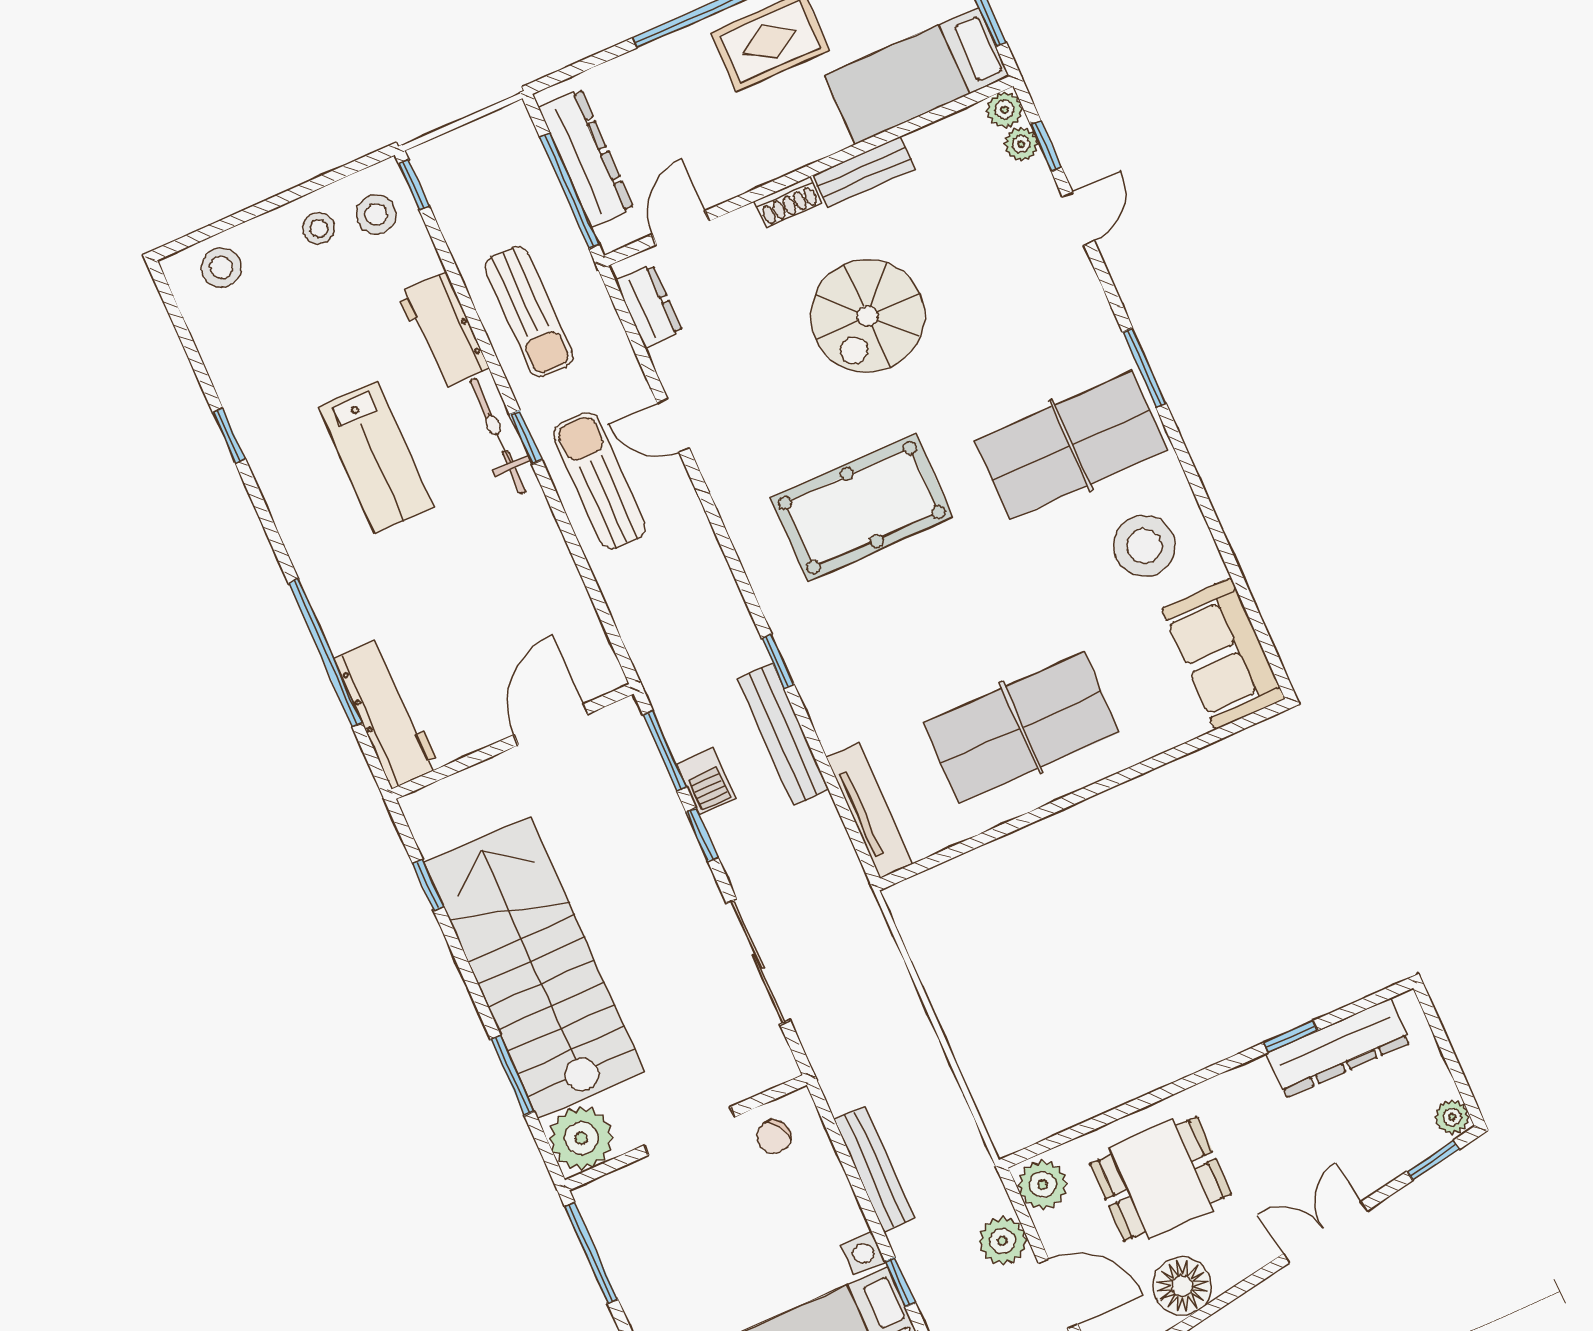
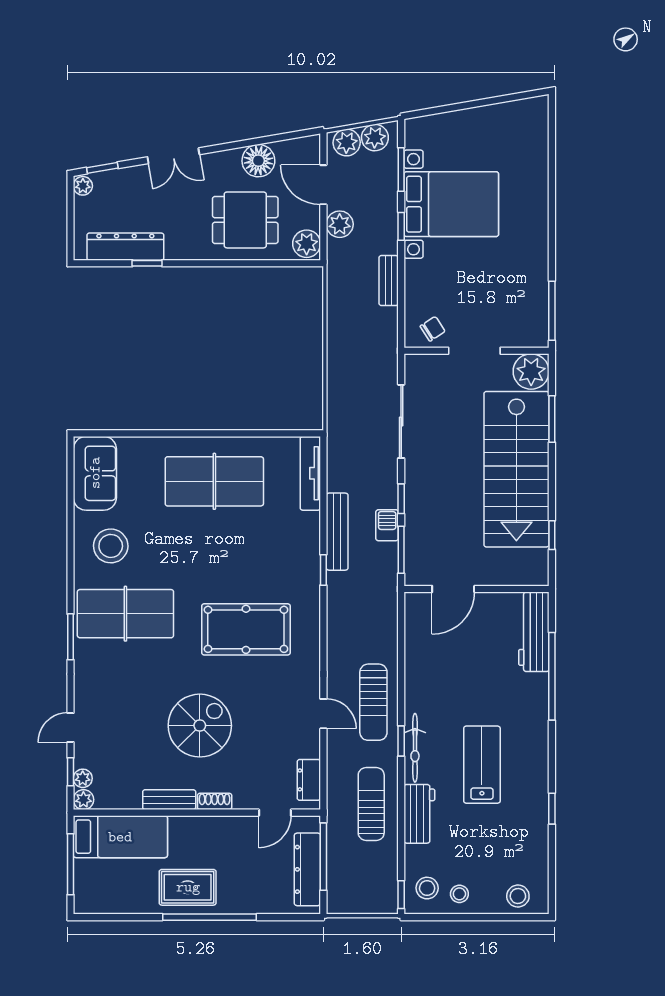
bench: (875, 1169) -> (389, 281), width x0.73

